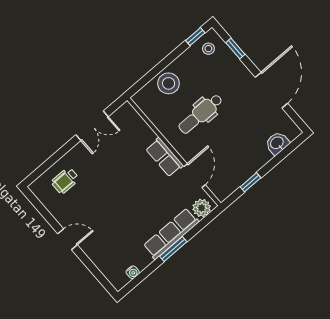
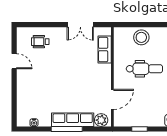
dental chair: (201, 114) -> (144, 69), turned 180
row of seats: (164, 157) -> (105, 50), moved
door: (68, 239) -> (14, 61), moved
window: (173, 249) -> (67, 129), width x1.44

